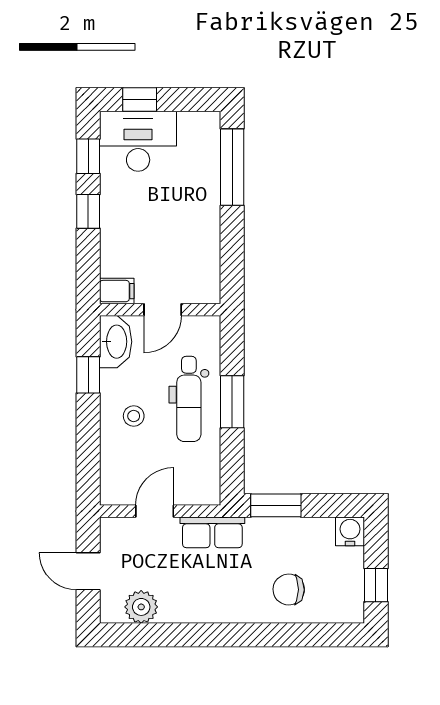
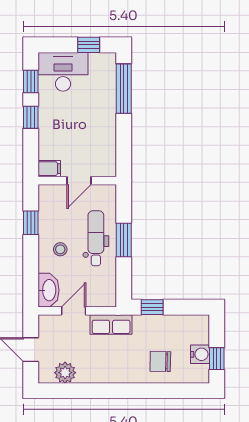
window: (140, 100) -> (89, 45), moved
washbasin: (116, 342) -> (49, 290), moved
dental chair: (189, 399) -> (96, 238), turned 180
window: (276, 505) -> (152, 307), width x0.67
water cooler: (350, 531) -> (200, 354), moved, turned 90

